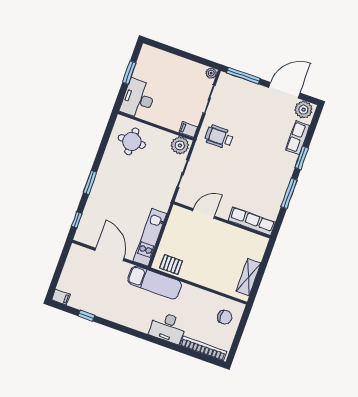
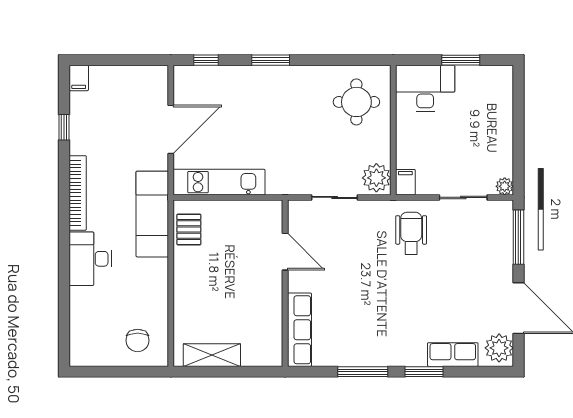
bookcase: (203, 348) -> (78, 193), moved

